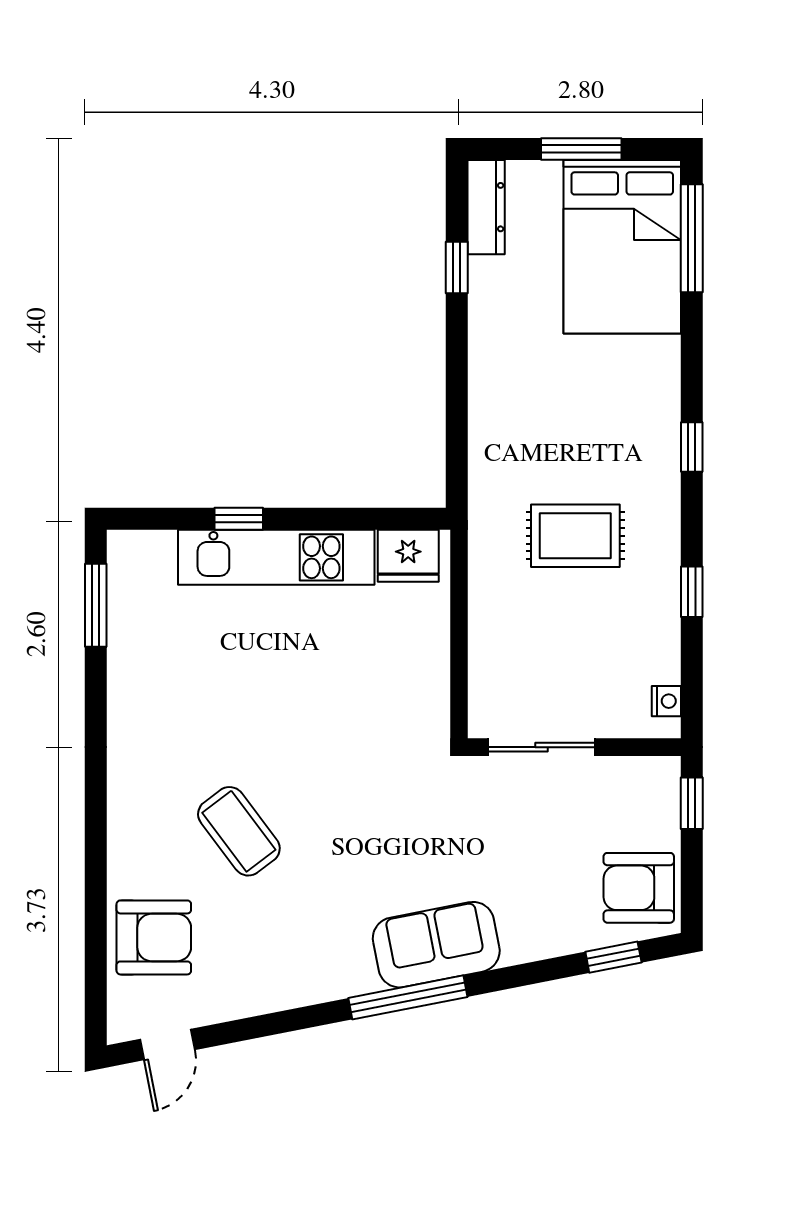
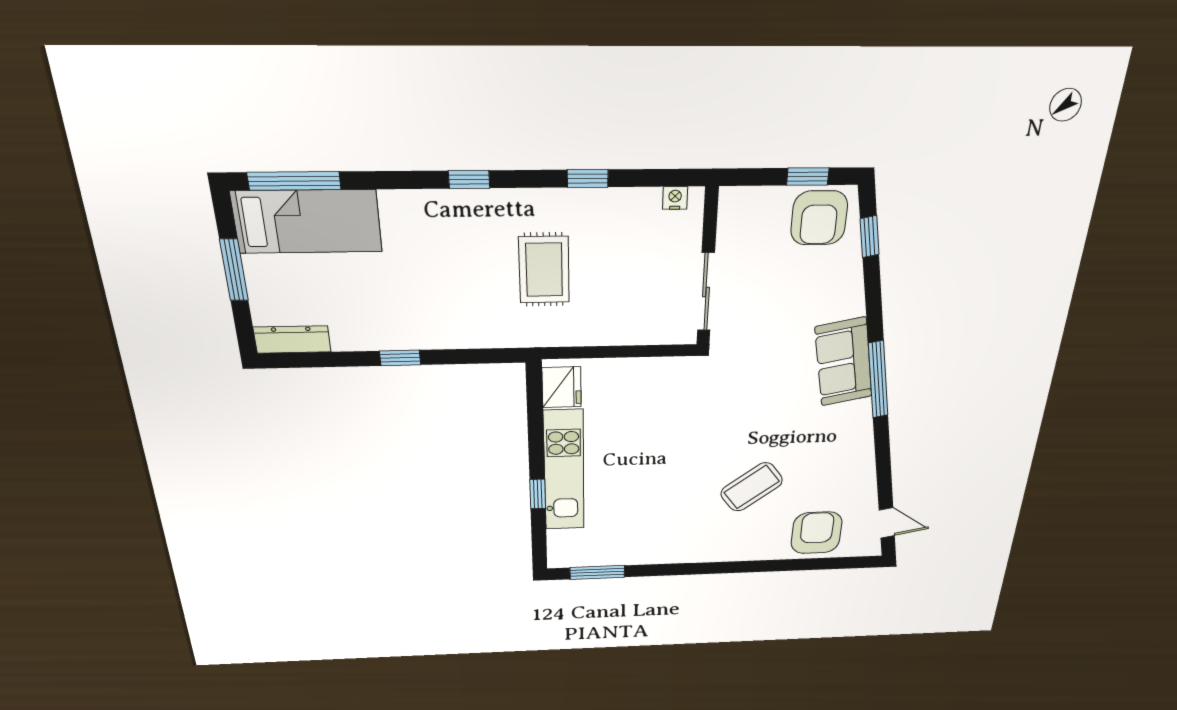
bed: (622, 247) -> (307, 222), width x0.67
window: (457, 268) -> (400, 358), moved
window: (692, 803) -> (808, 177), moved

